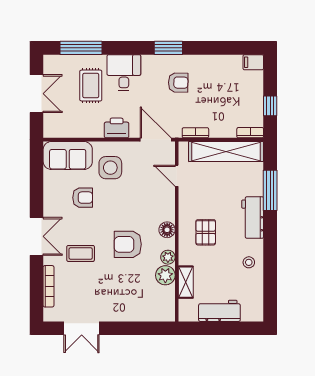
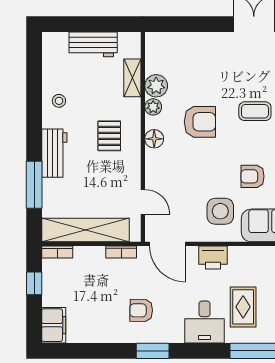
filing cabinet: (253, 62) -> (54, 325), width x2.00

